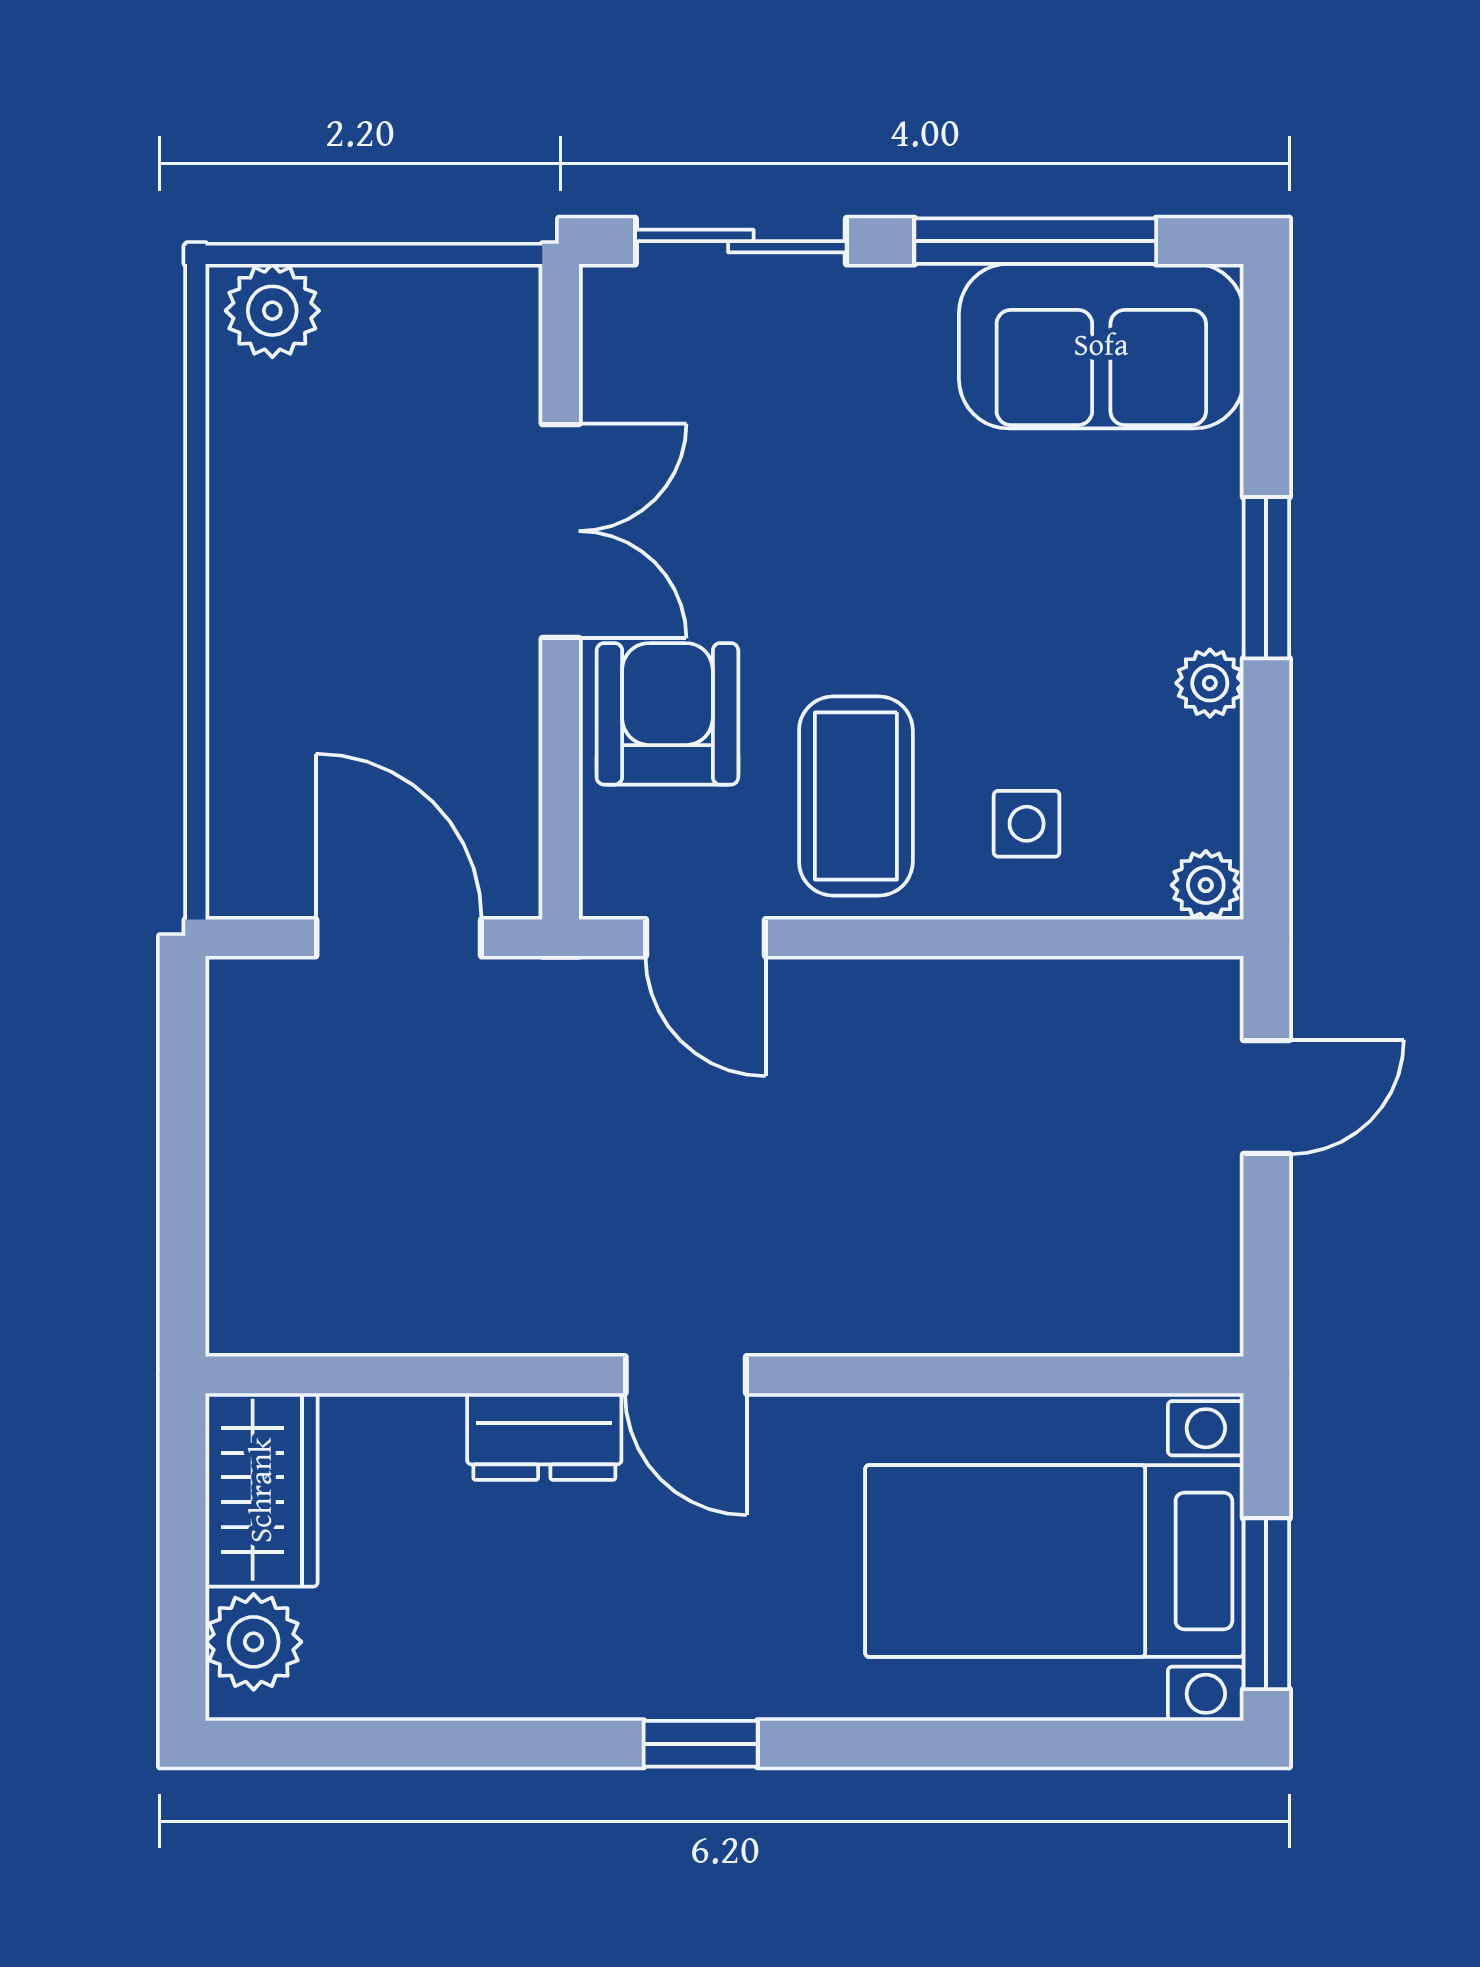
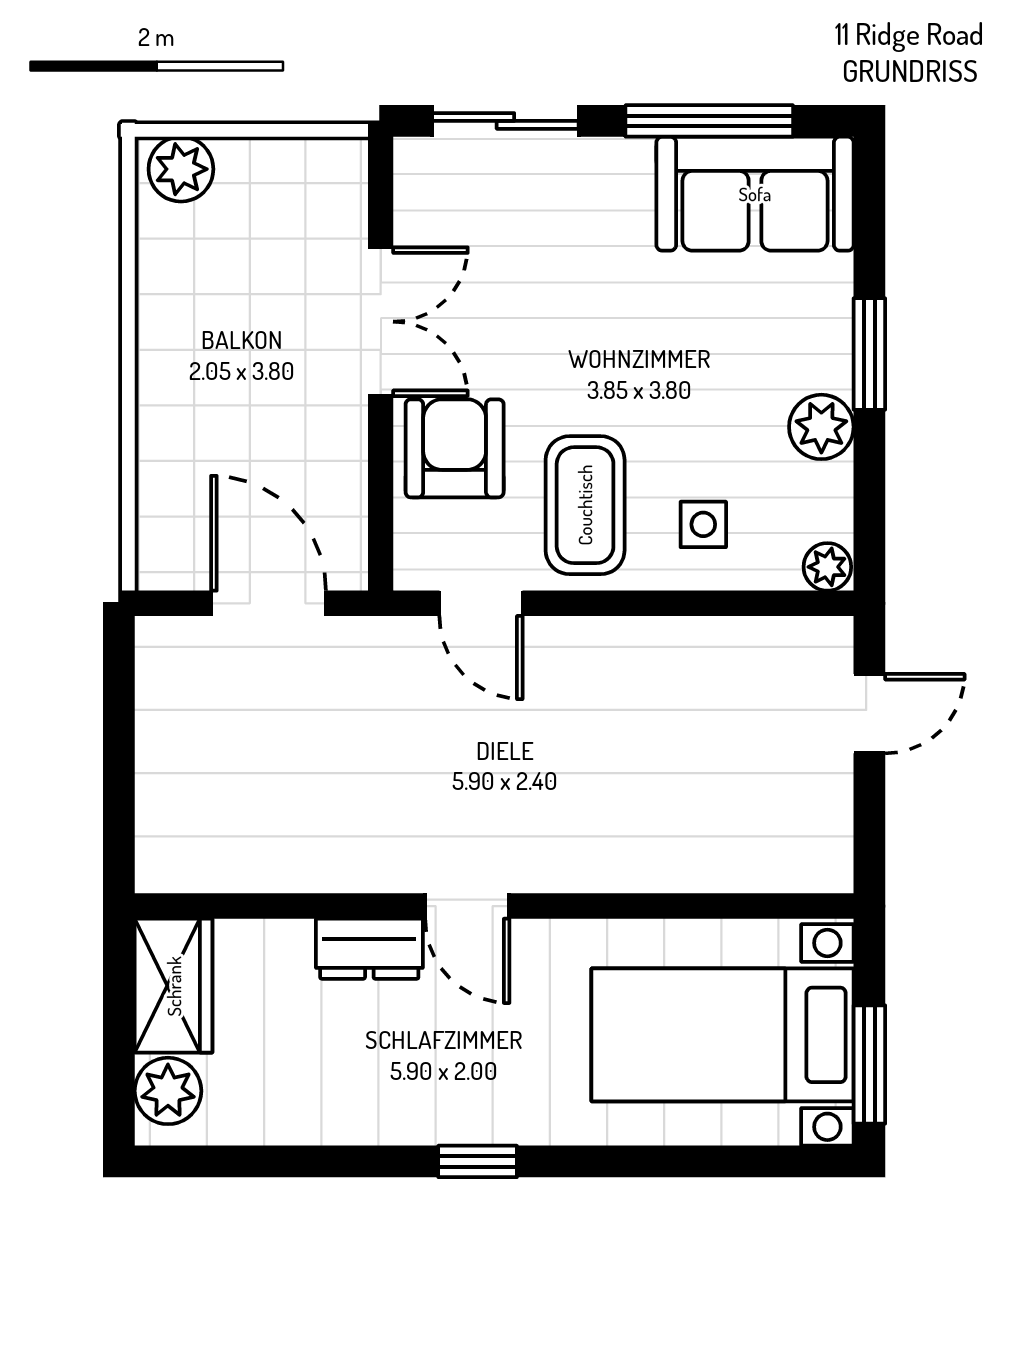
plant: (1210, 683) -> (821, 427), width x1.38, depth x1.38

